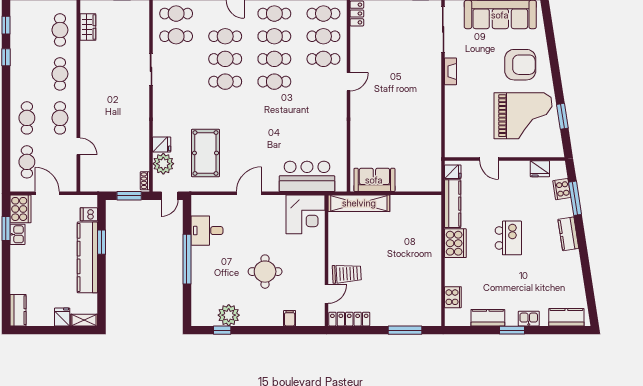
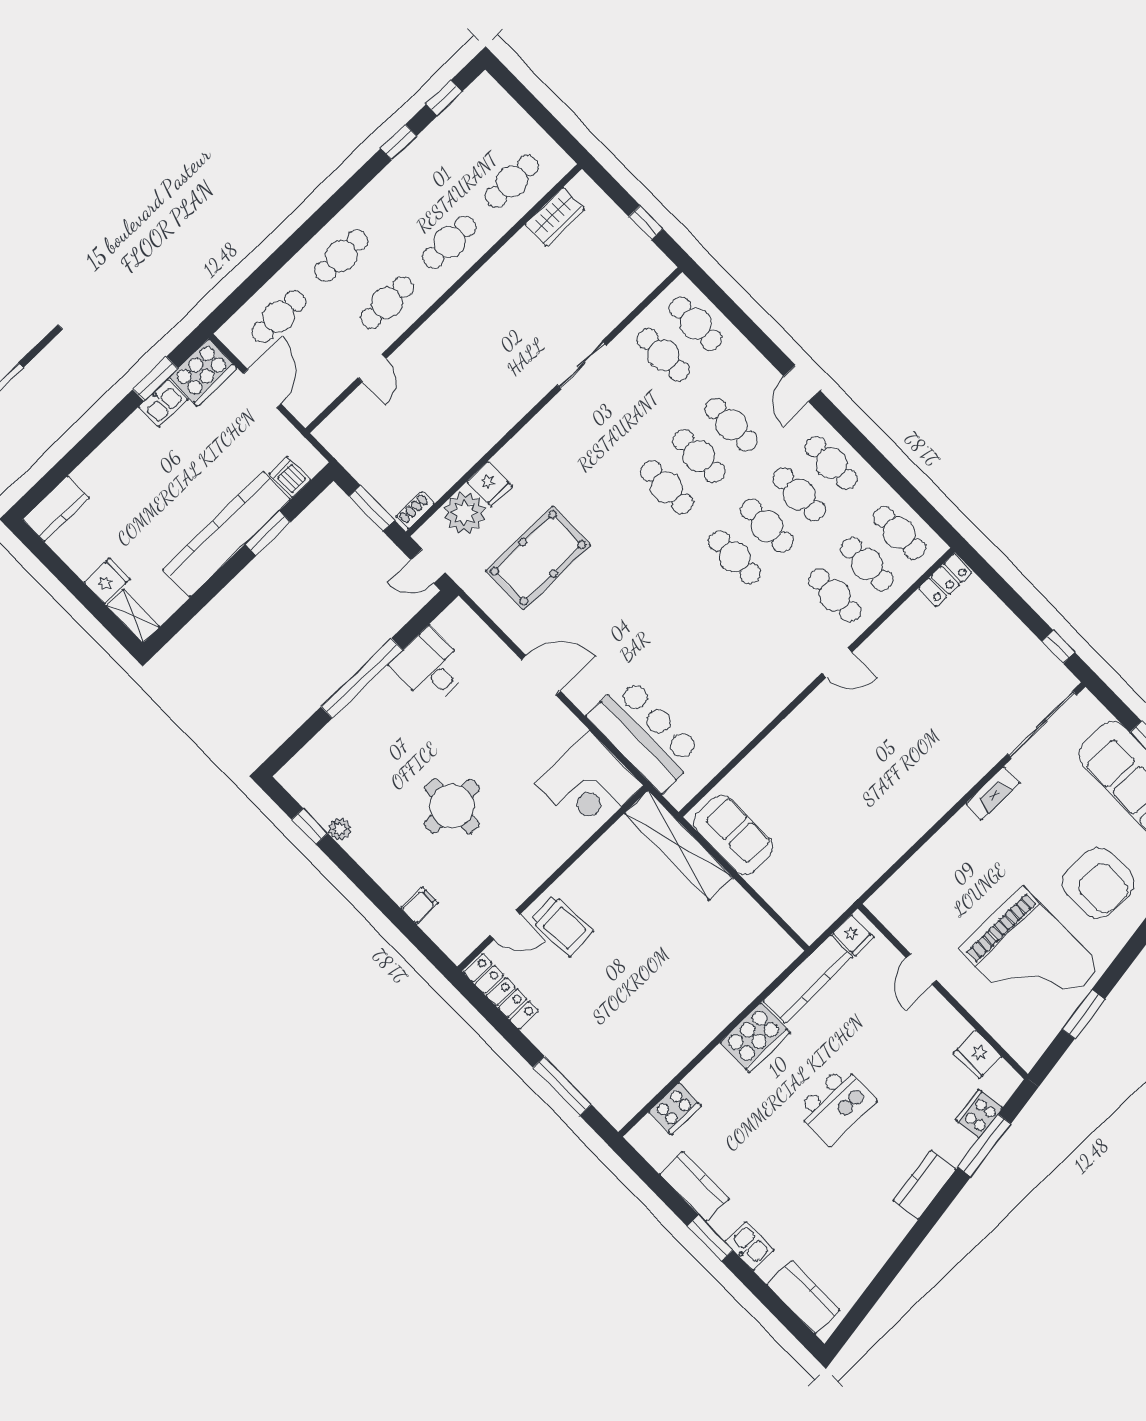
plant: (229, 315) -> (340, 829), width x0.53, depth x0.53

